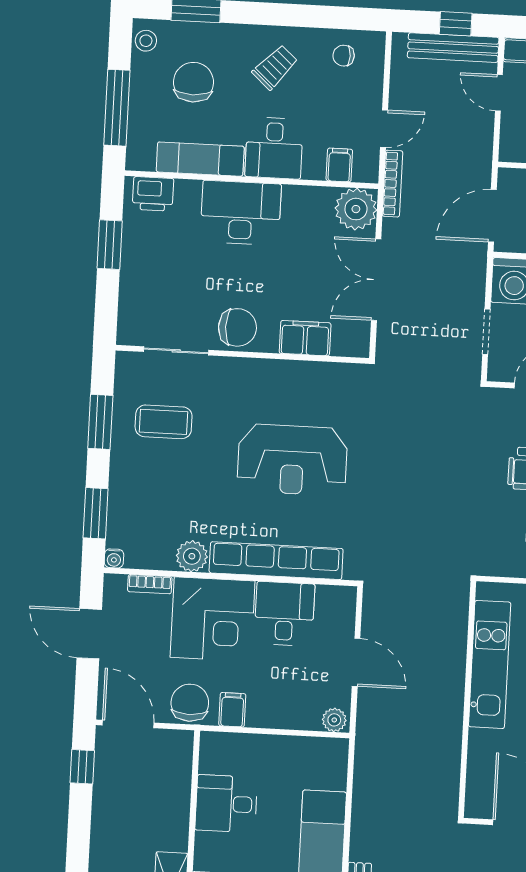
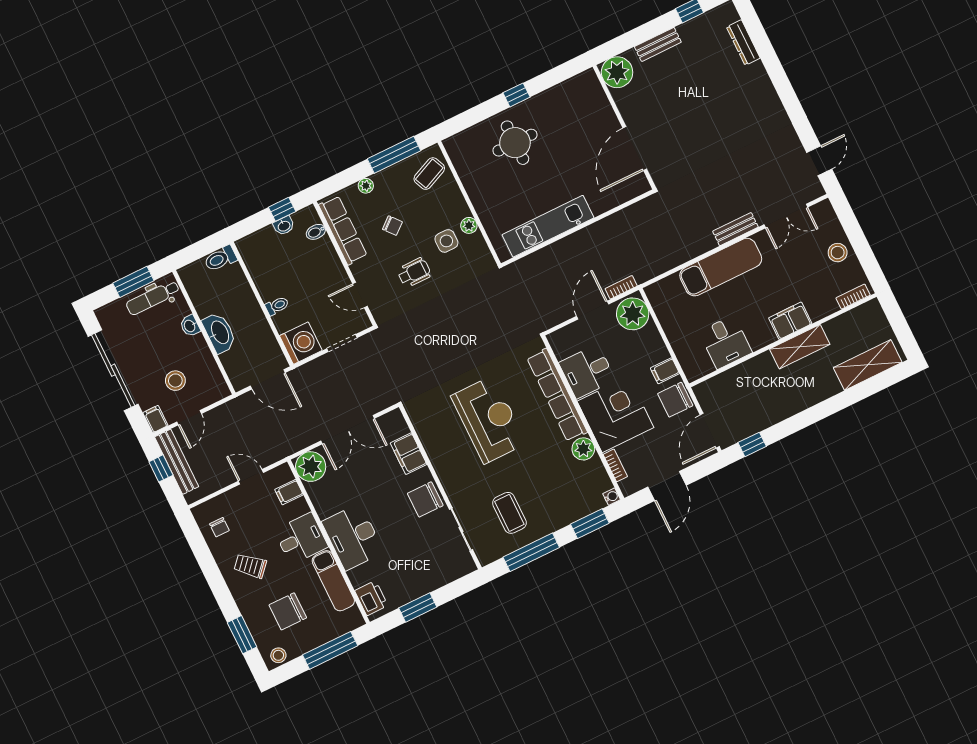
bookcase: (393, 184) -> (621, 287), moved, width x0.64
chair: (237, 327) -> (425, 499), turned -90
window: (100, 422) -> (531, 552), width x1.44
plant: (334, 720) -> (633, 314), width x1.88, depth x1.88

